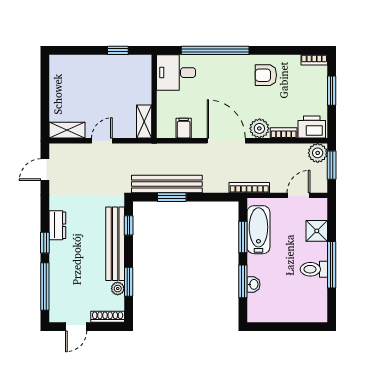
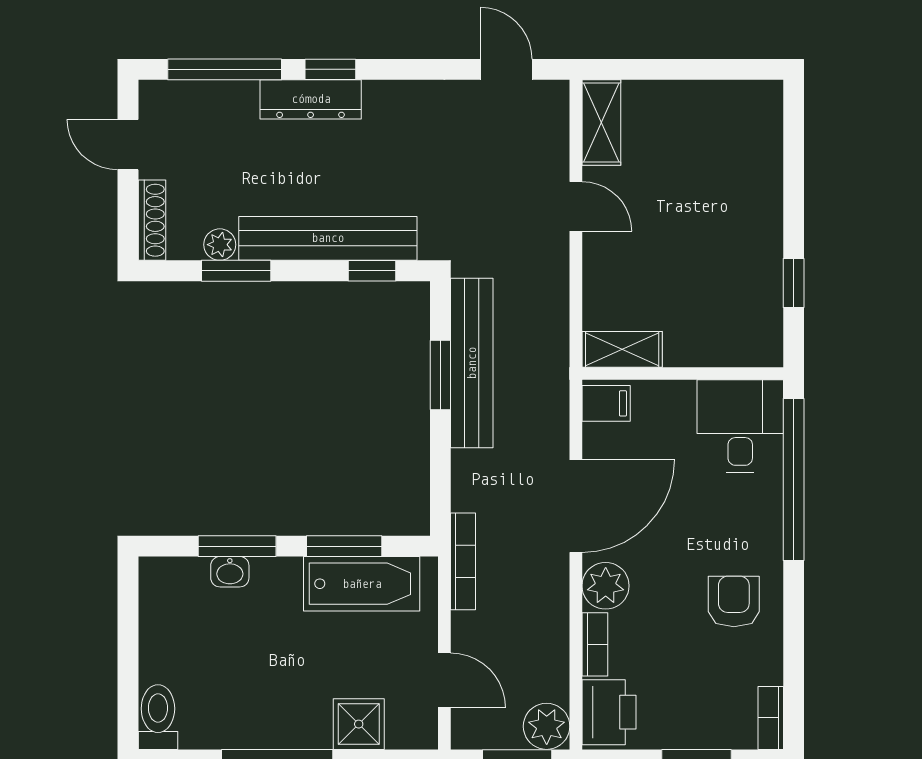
window: (118, 50) -> (794, 283), moved
desk: (176, 73) -> (740, 426), moved
wall: (154, 96) -> (683, 373), moved
shelving: (144, 122) -> (622, 349), moved
dresser: (57, 225) -> (311, 99), moved, width x1.44
toilet: (314, 269) -> (158, 717), moved

